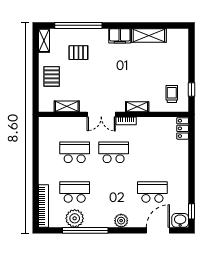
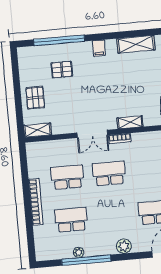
filing cabinet: (120, 36) -> (99, 48), width x0.50
shelving: (44, 40) -> (24, 60), removed
shelving: (67, 106) -> (38, 130), moved
bookcase: (44, 206) -> (36, 202), moved
plant: (75, 218) -> (79, 252), width x0.53, depth x0.53

